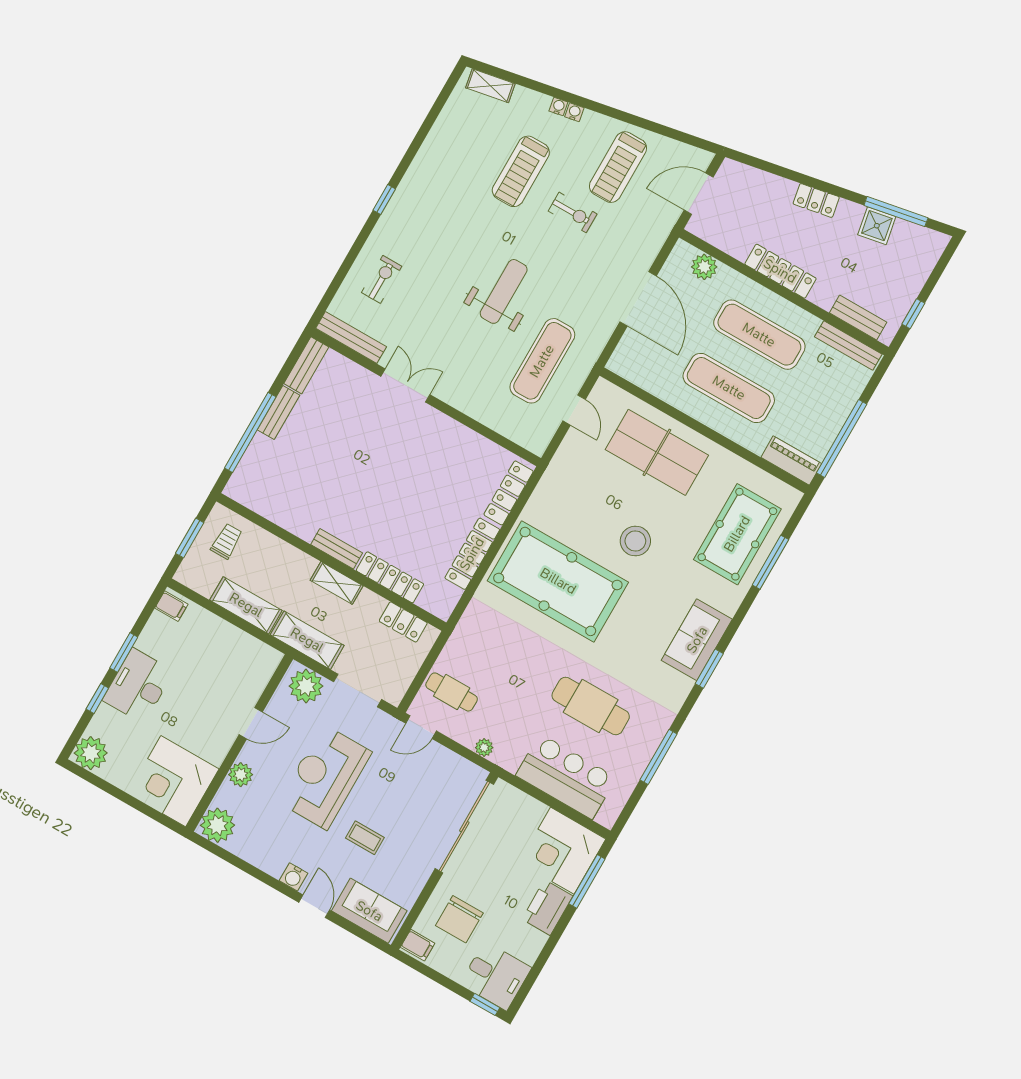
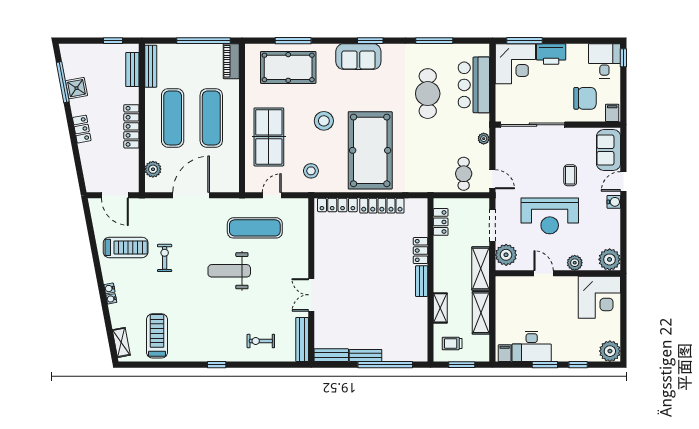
treadmill: (521, 171) -> (157, 336), moved, turned -90
stool: (577, 484) -> (311, 171), added
locker: (390, 577) -> (420, 251), width x0.66
shelving: (337, 583) -> (440, 308), moved
desk: (138, 686) -> (532, 346), moved

